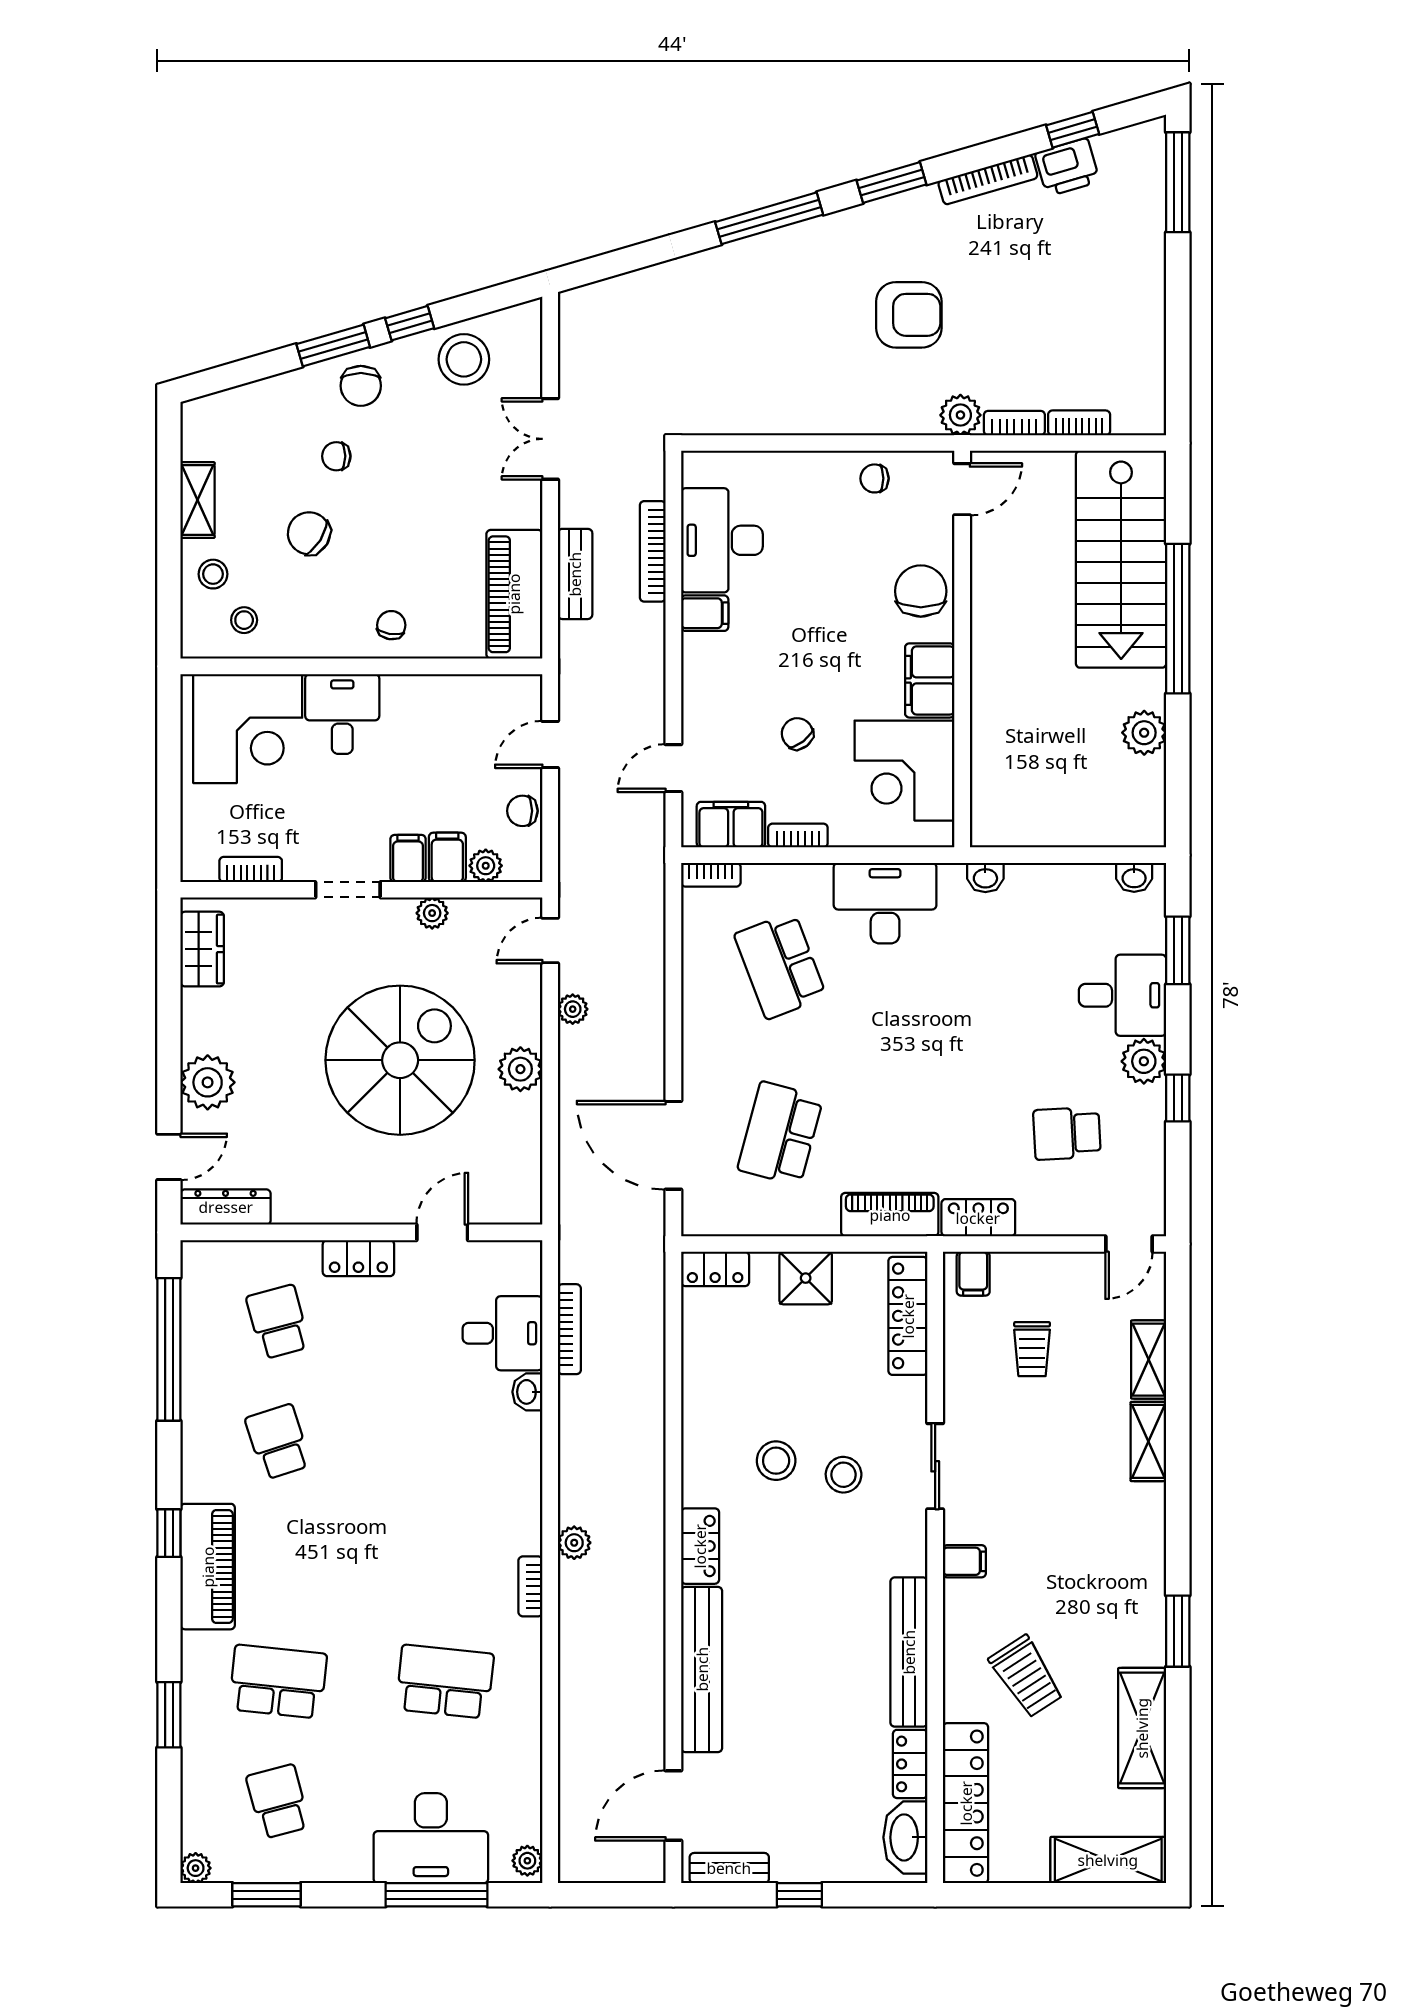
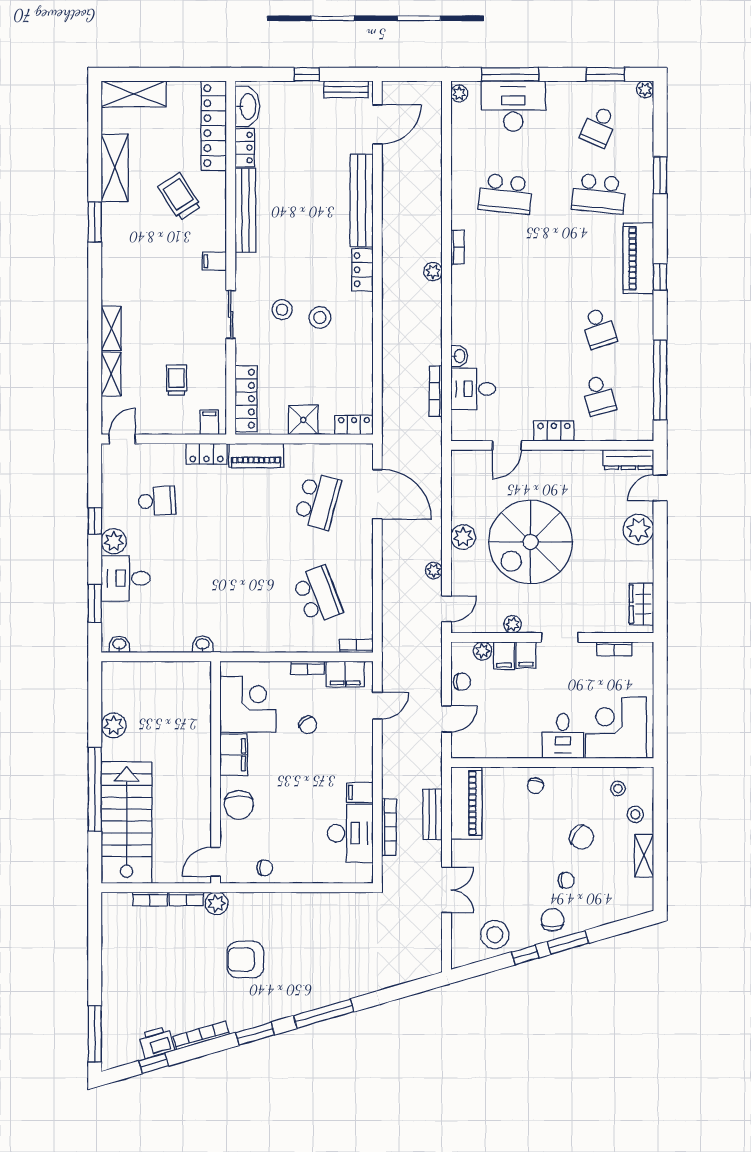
desk: (885, 903) -> (259, 630), removed
school desk: (278, 1802) -> (599, 127), turned 39

